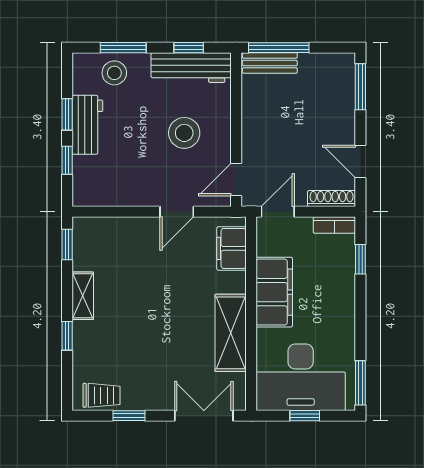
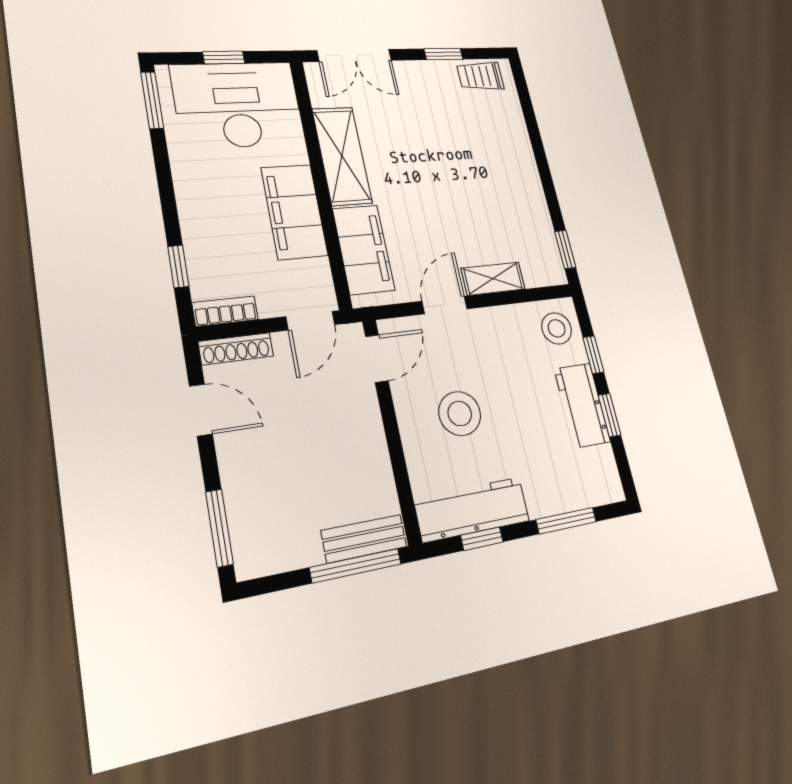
stool: (114, 73) -> (557, 328), moved
filing cabinet: (231, 248) -> (364, 249), width x1.50, depth x1.17
shelving: (83, 296) -> (493, 279), moved, turned 90
window: (67, 336) -> (536, 142), removed

